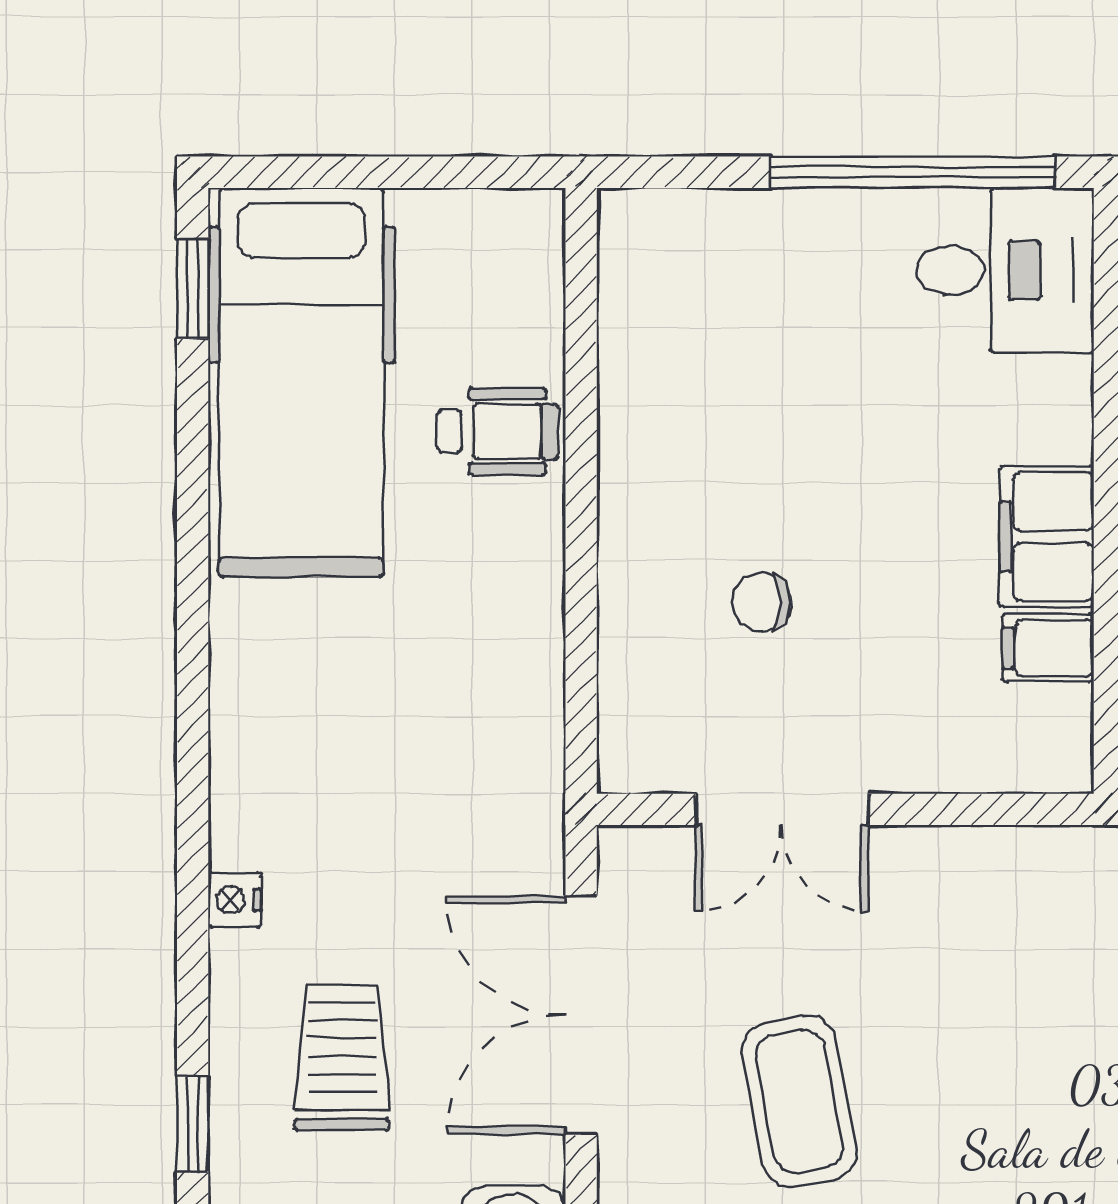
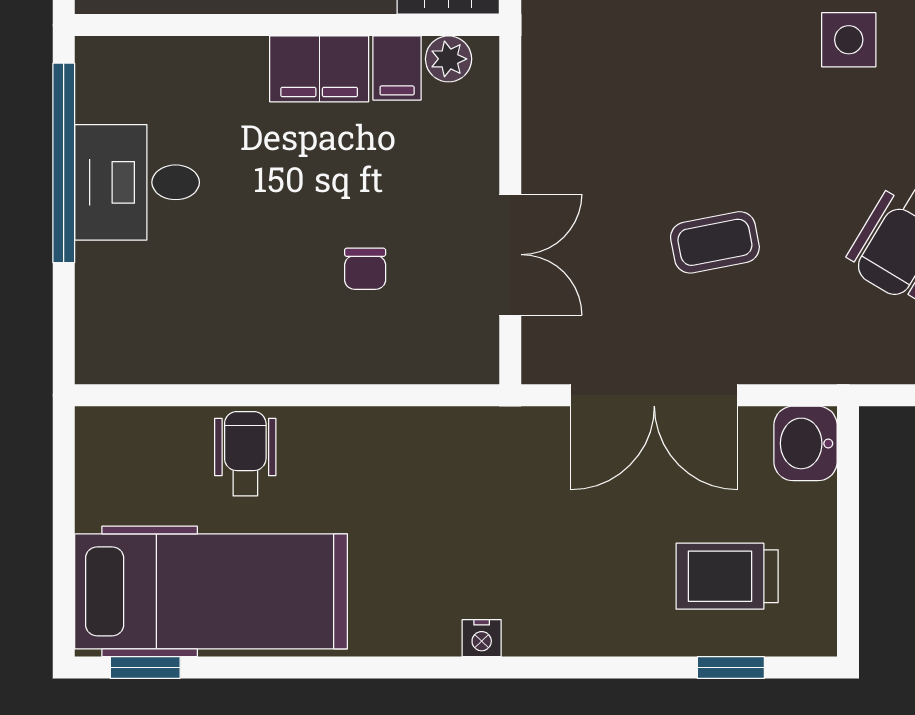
desk: (1005, 270) -> (137, 182), moved, turned -90
plant: (1061, 721) -> (449, 59), added
nightstand: (235, 900) -> (482, 638), moved
trolley: (342, 1058) -> (727, 576), moved
coffee table: (799, 1101) -> (715, 242), width x0.73, depth x0.77

